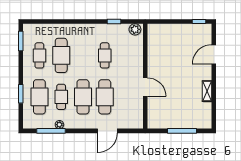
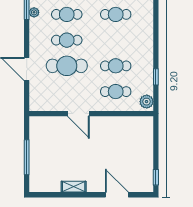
cafe table: (61, 55) -> (116, 14), width x0.73, depth x0.74
cafe table: (126, 55) -> (116, 92), added
door: (145, 87) -> (78, 114), hinge flipped
cafe table: (83, 97) -> (67, 40), width x0.73, depth x0.74

